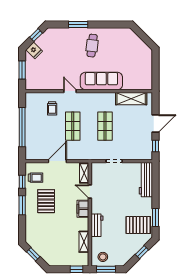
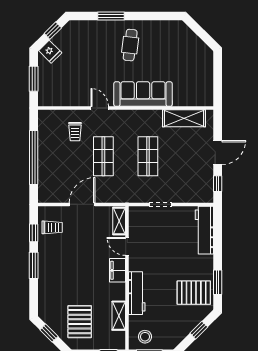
pallet: (46, 201) -> (80, 322), moved
workbench: (97, 225) -> (137, 293), width x1.38

